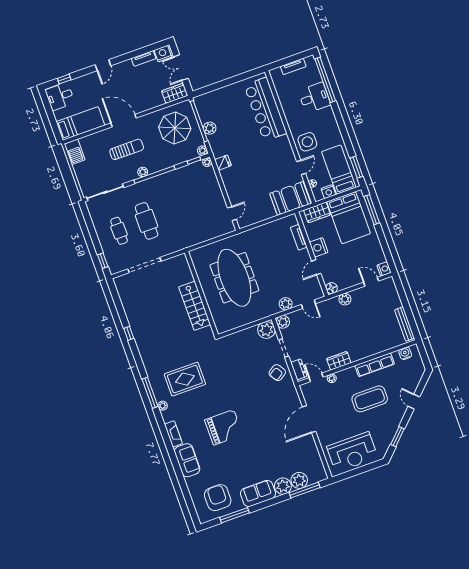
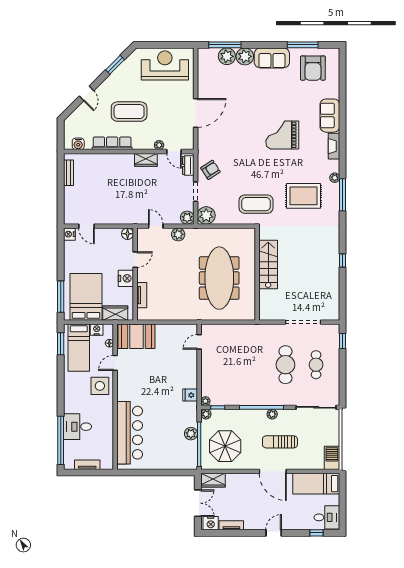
plant: (345, 299) -> (118, 218), removed
bench: (405, 324) -> (68, 173), width x0.73
coffee table: (225, 356) -> (256, 204), added

